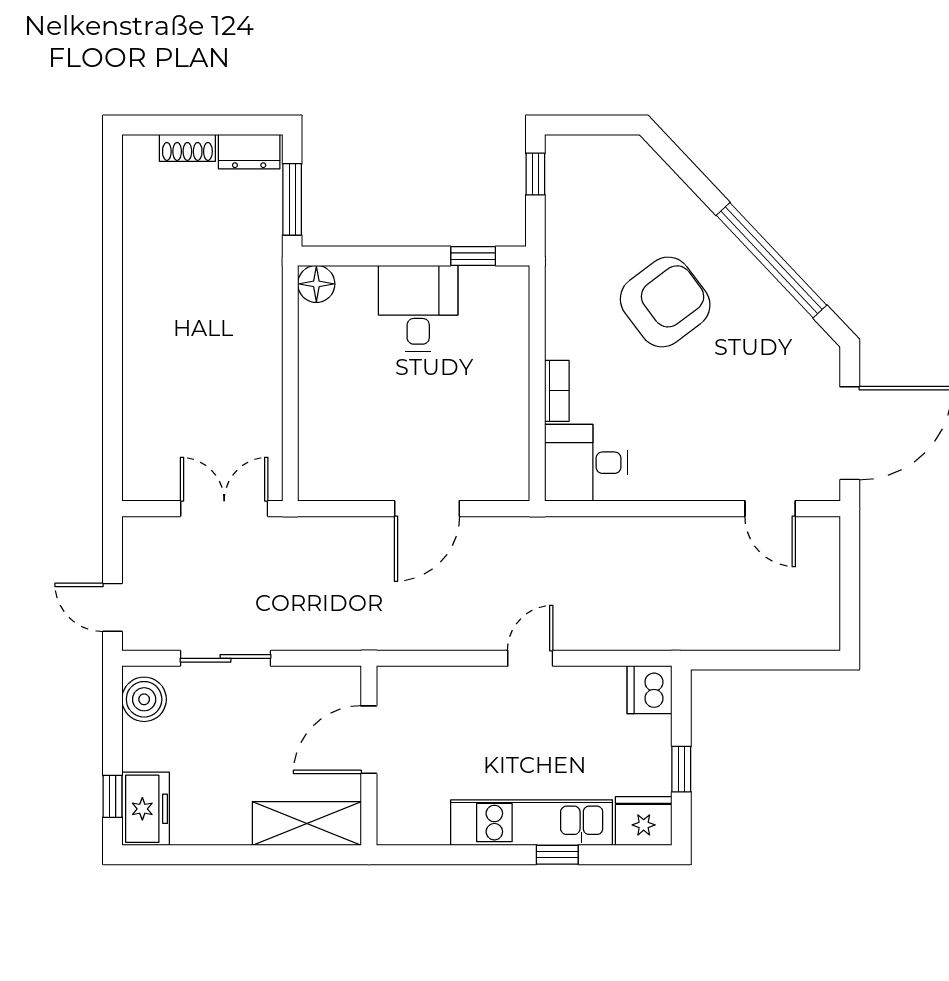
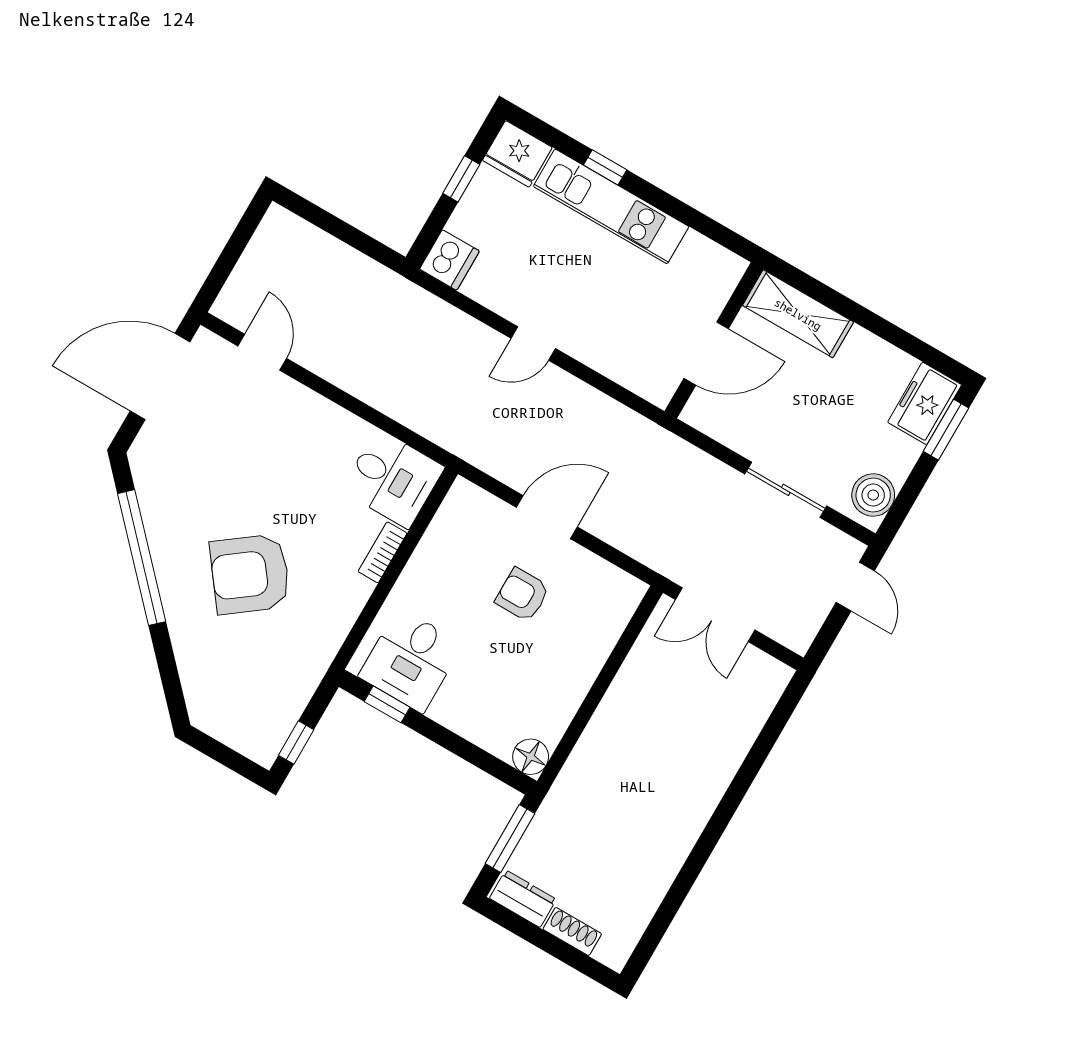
desk: (418, 308) -> (411, 660), moved
armchair: (408, 426) -> (522, 595), added
window: (113, 796) -> (946, 430), width x1.50

